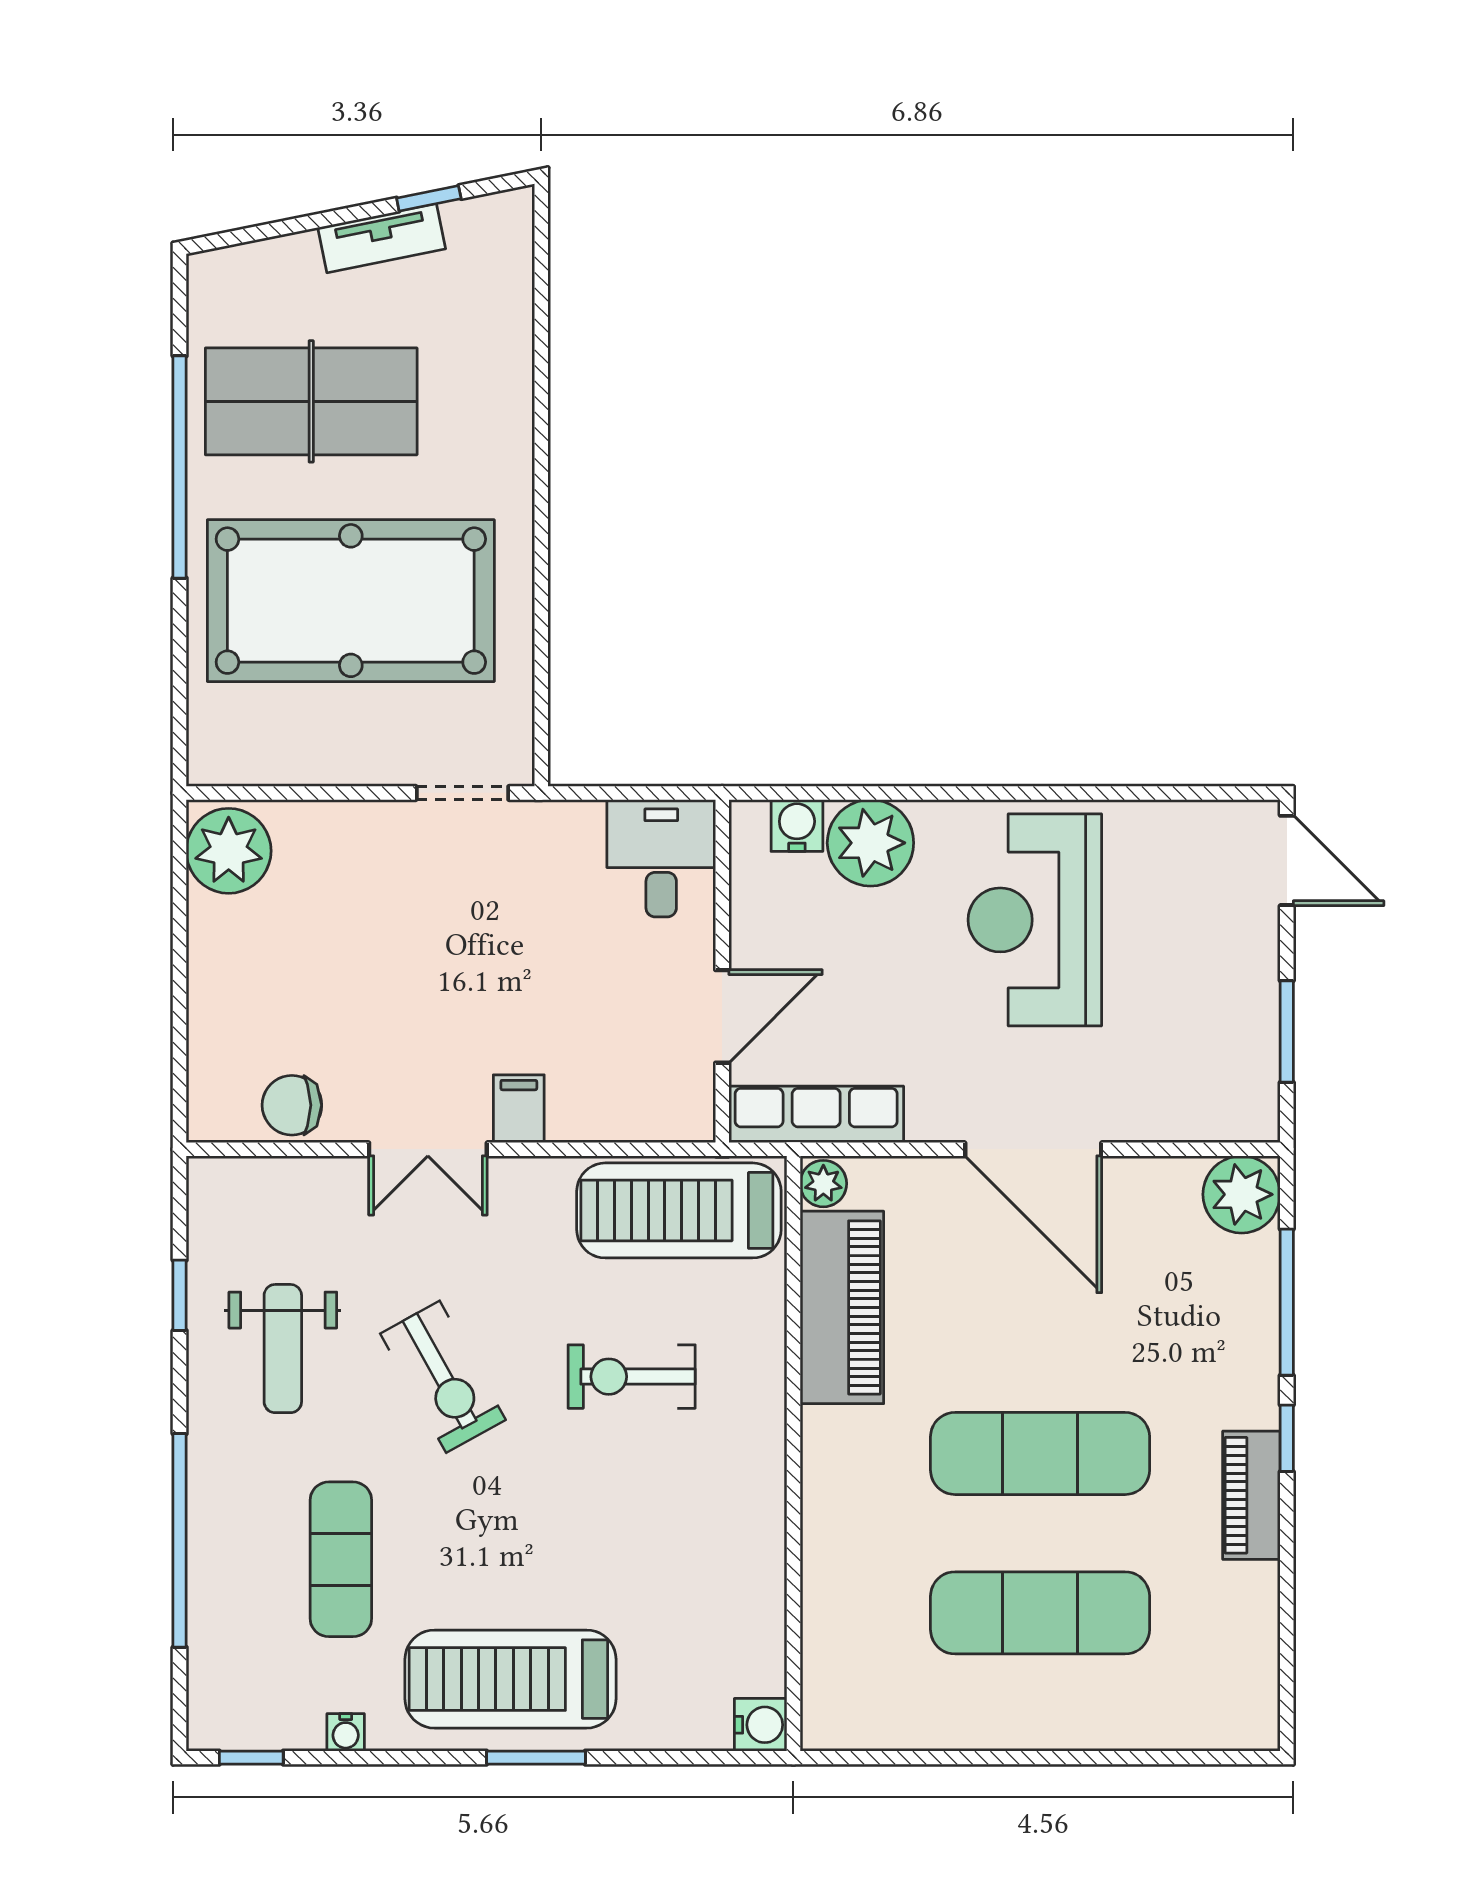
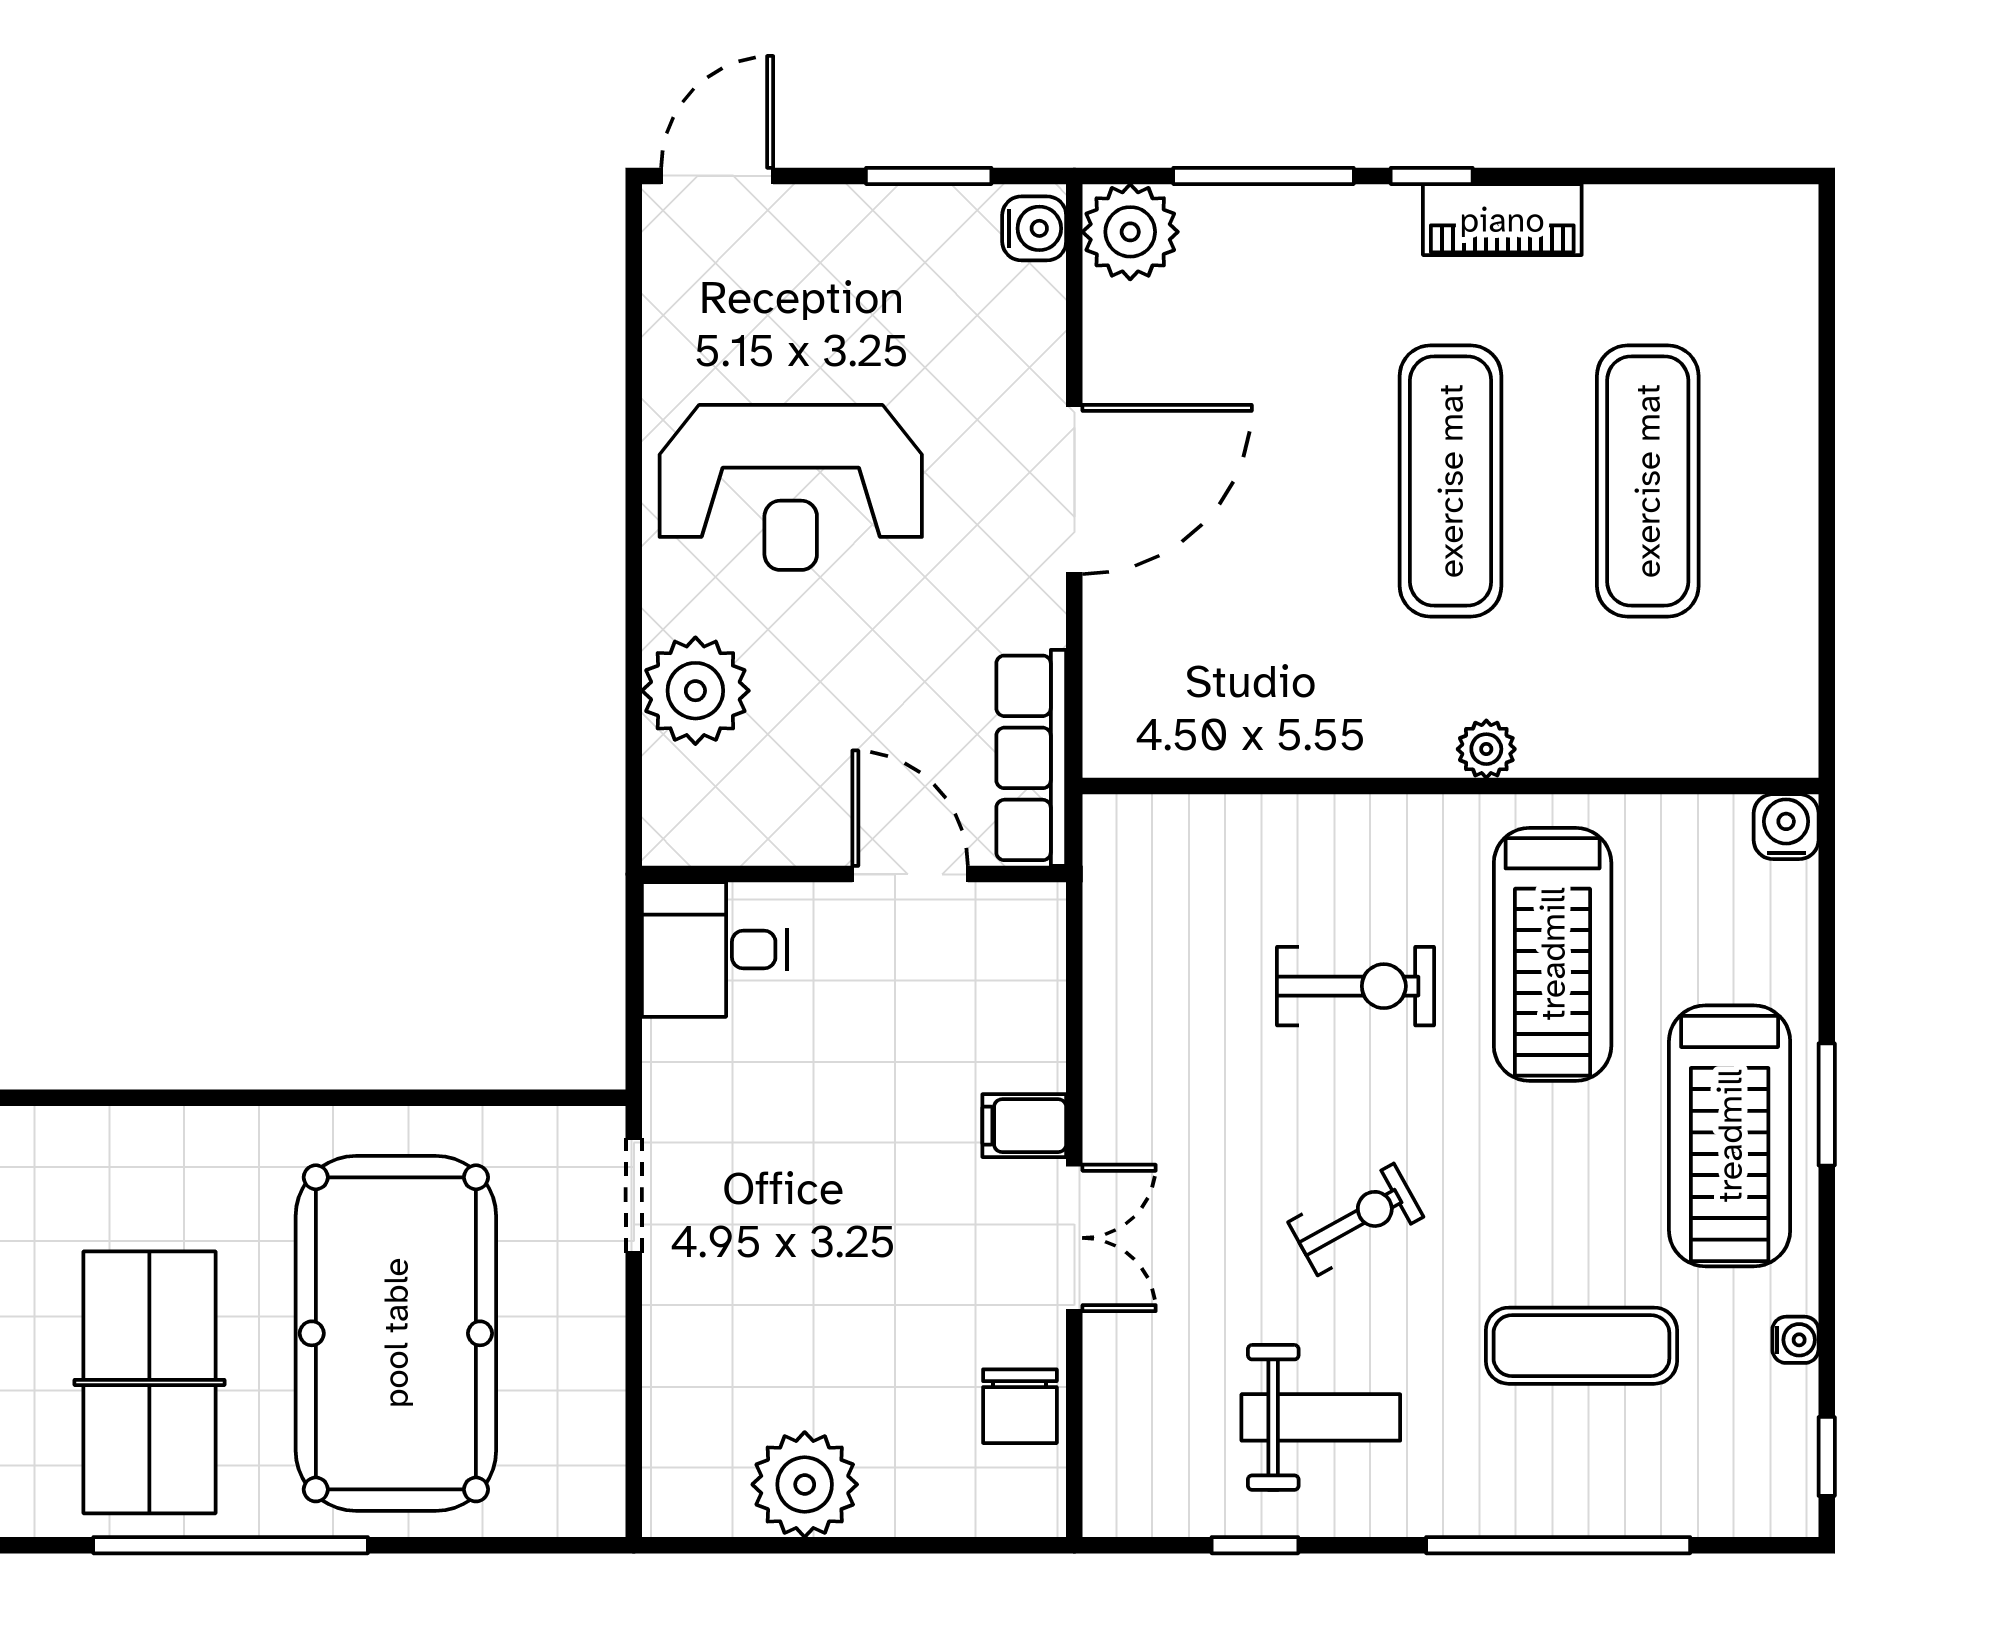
water cooler: (797, 825) -> (1034, 228), moved, turned 180
plant: (229, 851) -> (805, 1484), moved
plant: (823, 1184) -> (1486, 749), moved
treadmill: (679, 1210) -> (1553, 954), moved
piano: (842, 1307) -> (1270, 726), removed
exercise bike: (443, 1377) -> (1356, 1219), width x0.73, depth x0.72
exercise bike: (632, 1377) -> (1355, 986), turned -90

